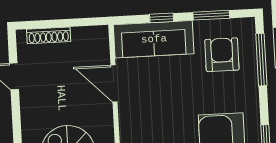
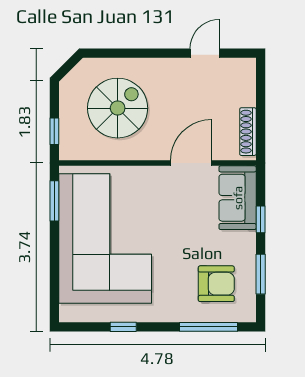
shoe rack: (49, 35) -> (248, 132), moved
sofa: (154, 39) -> (238, 198), width x0.73

